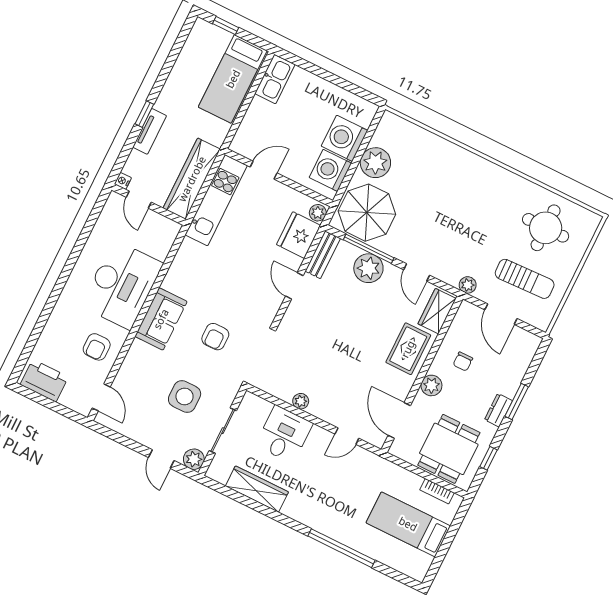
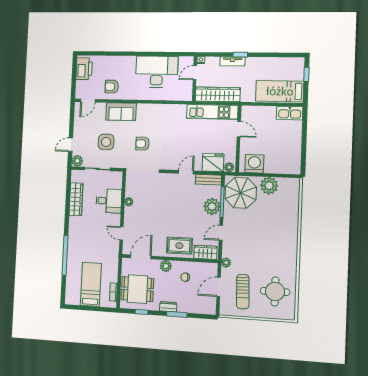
washing machine: (344, 138) -> (275, 164), removed
desk: (122, 285) -> (157, 72), moved, turned 180
sofa: (161, 319) -> (121, 112), moved

